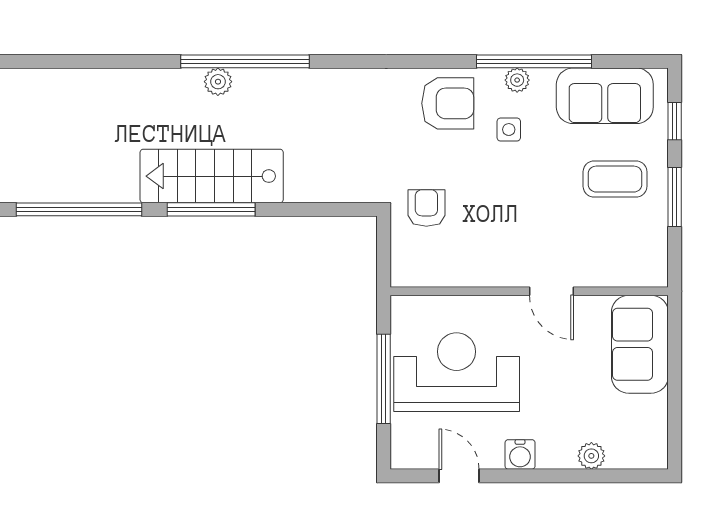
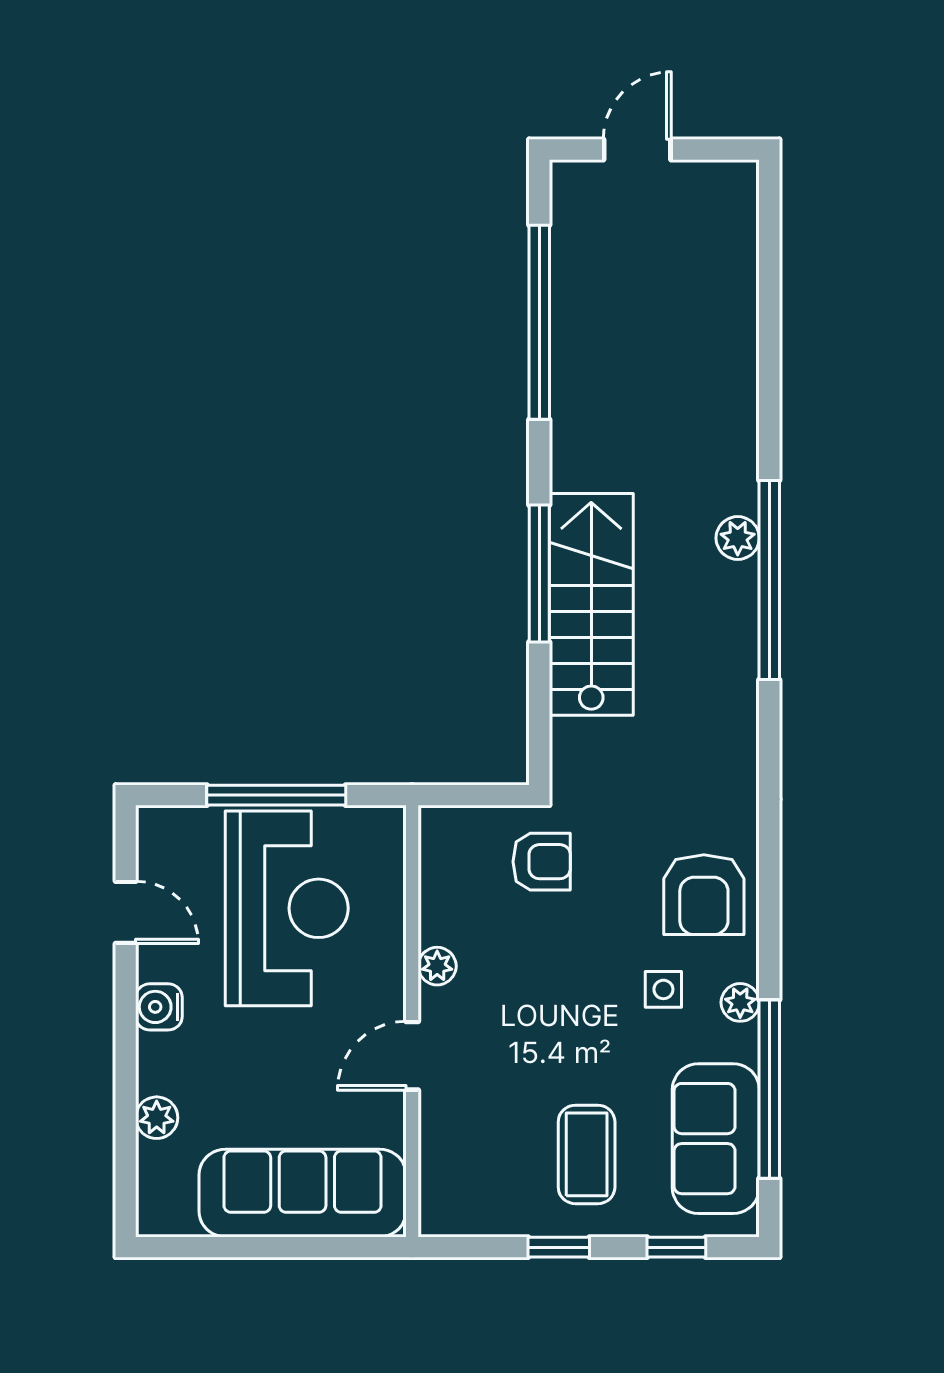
window: (534, 61) -> (769, 1089), moved
stairs: (212, 176) -> (591, 604), moved
window: (675, 197) -> (559, 1247), width x0.67
window: (211, 209) -> (539, 573), moved
plant: (494, 275) -> (437, 966), added
sofa: (640, 344) -> (303, 1193), width x1.36
door: (459, 476) -> (126, 912), hinge flipped

